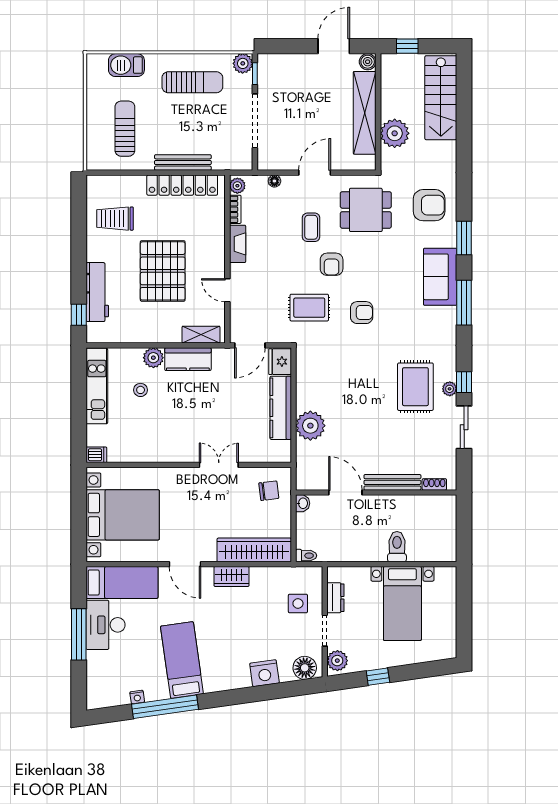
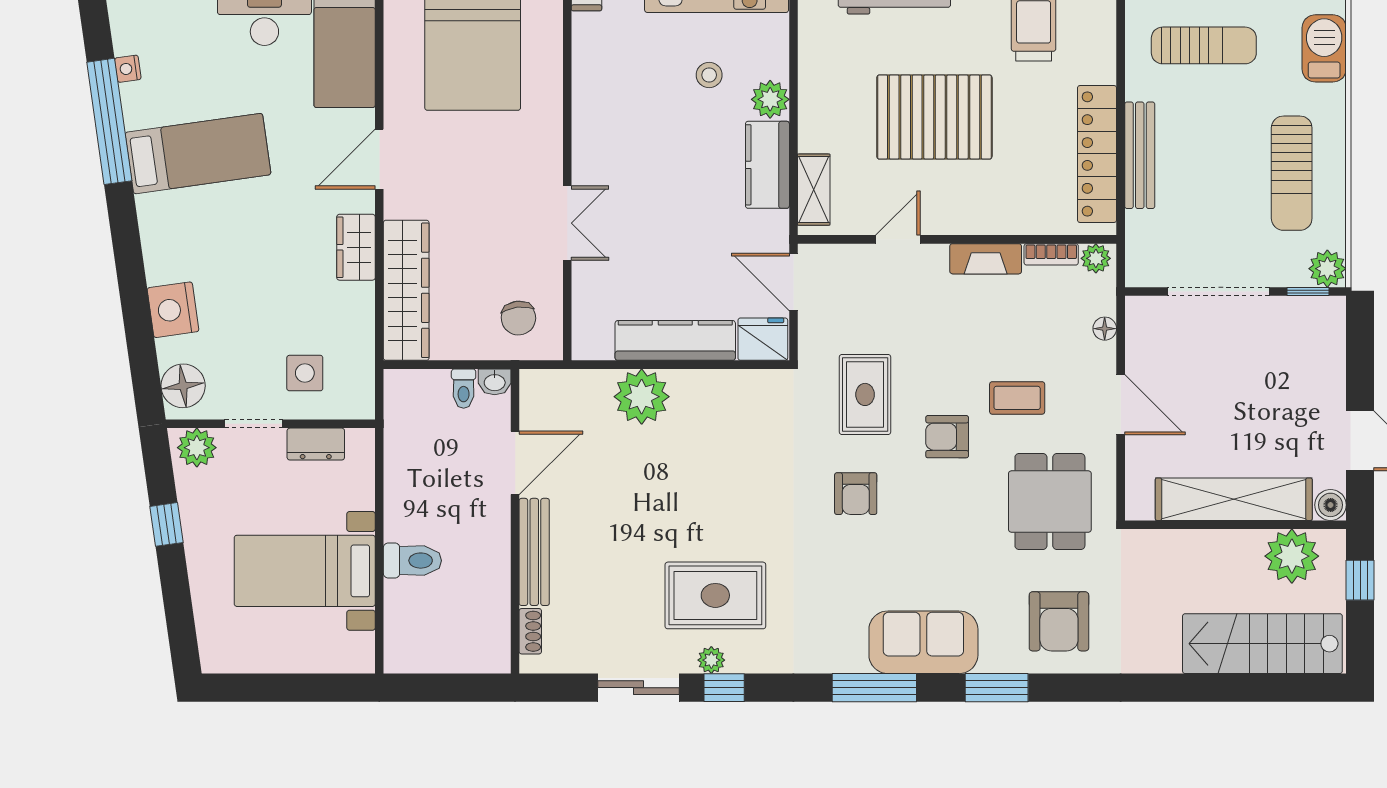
plant: (395, 133) -> (1292, 556), moved
toilet: (306, 556) -> (464, 389), moved

